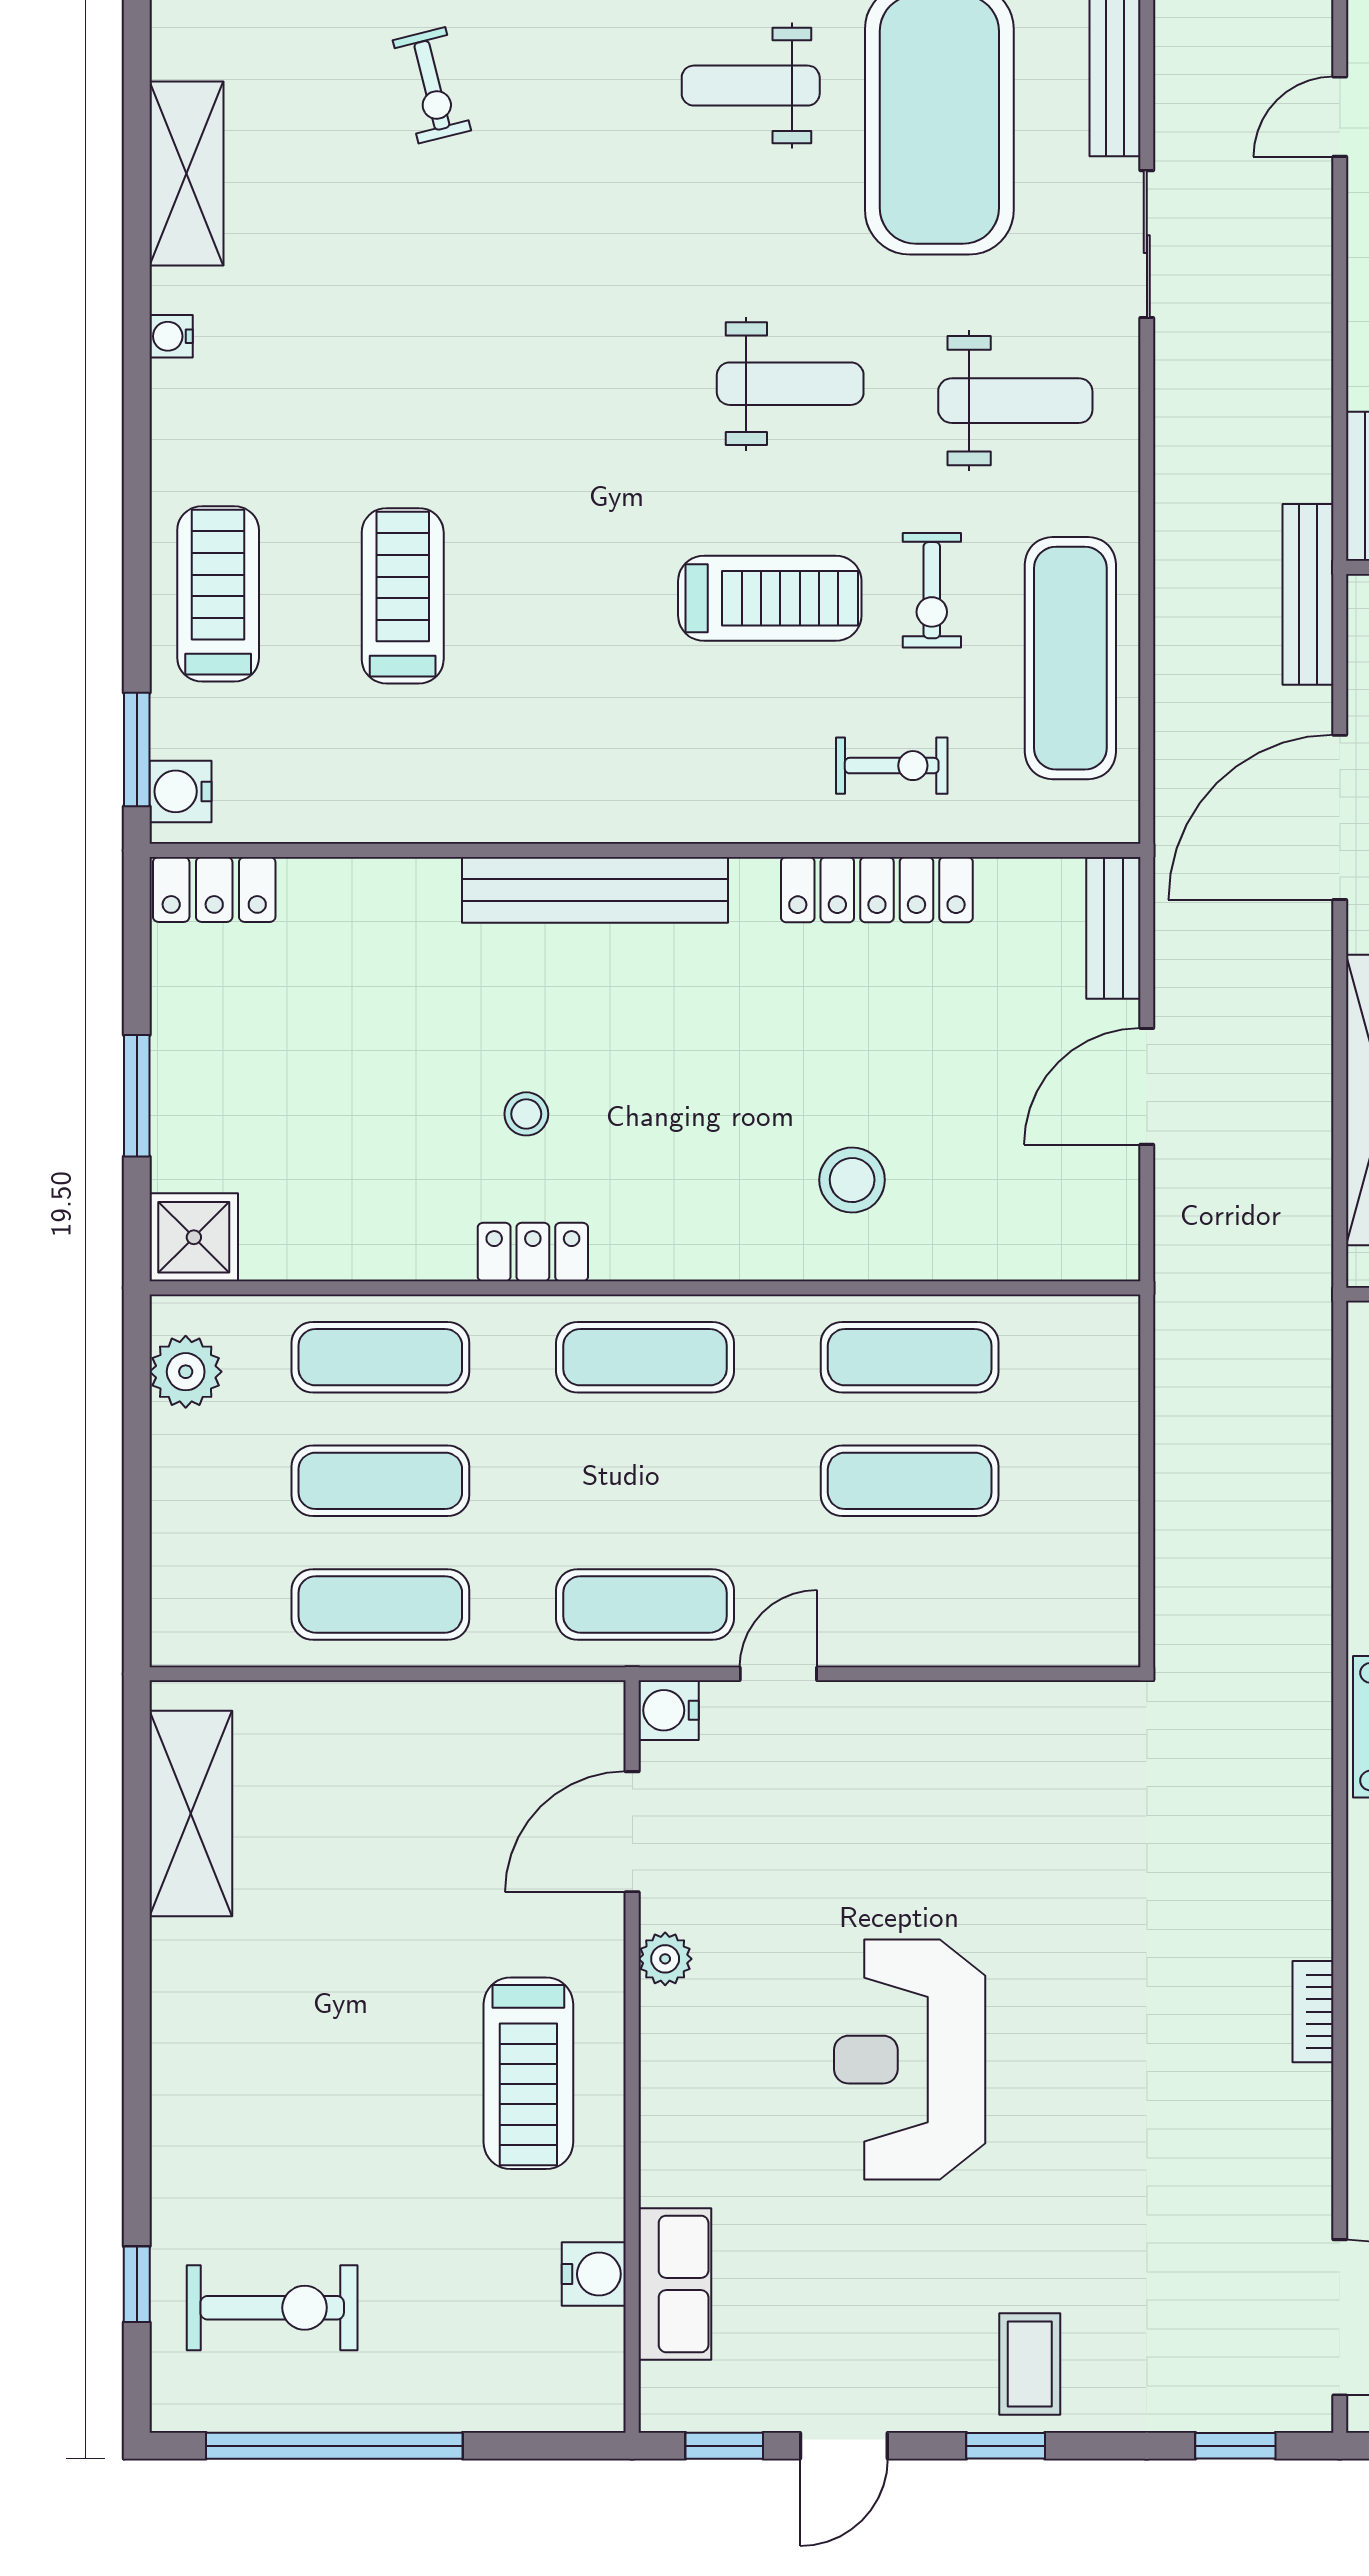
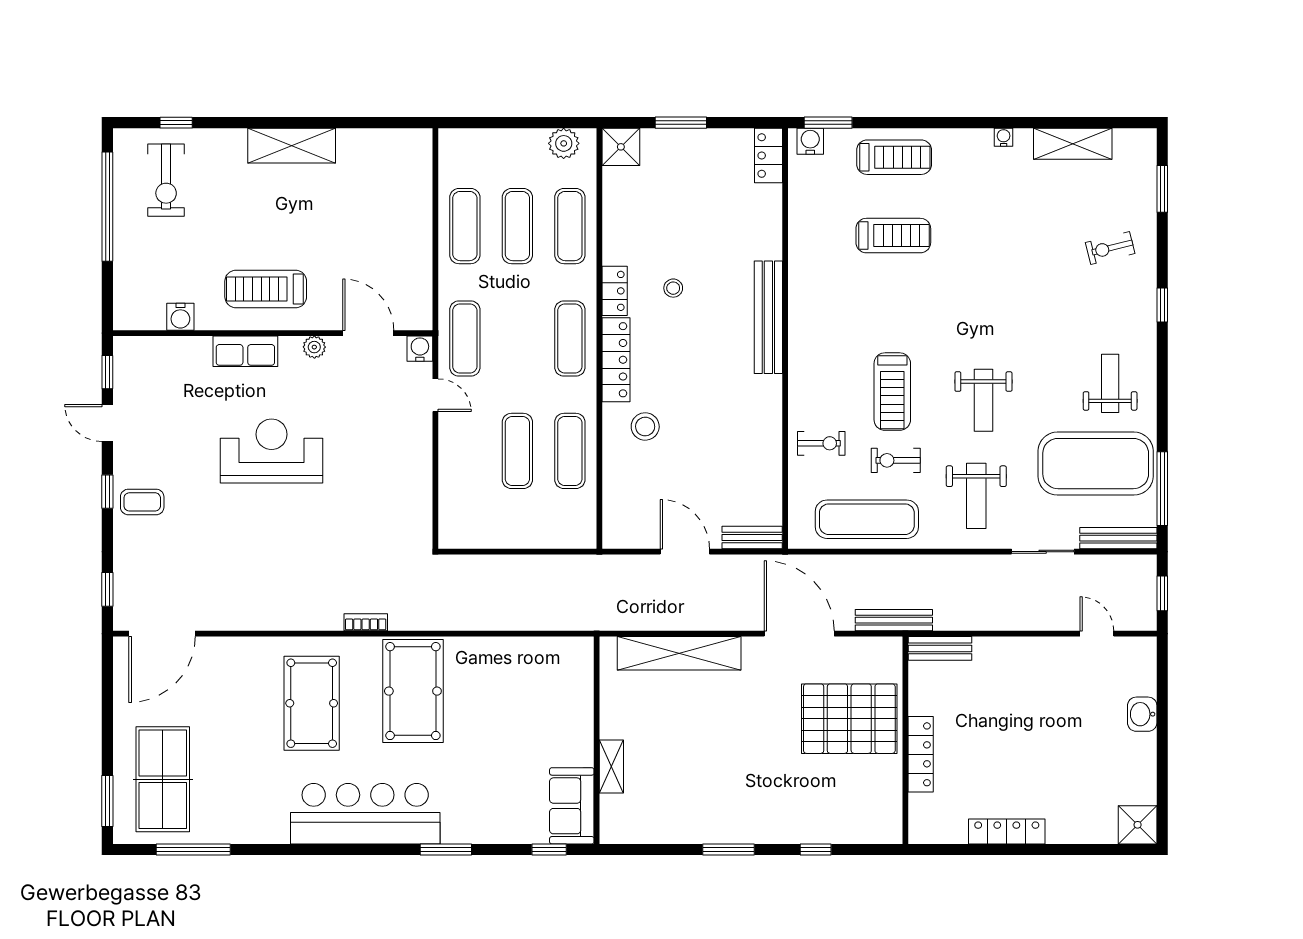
exercise bike: (892, 766) -> (821, 443), turned -90
locker: (877, 890) -> (616, 360), moved, turned 180
shelving: (191, 1814) -> (292, 146), moved
bookcase: (1313, 2012) -> (366, 622), moved
row of seats: (675, 2284) -> (245, 351), moved

